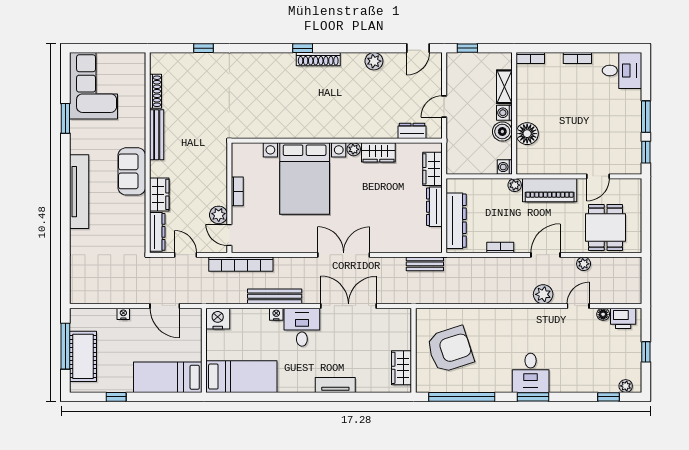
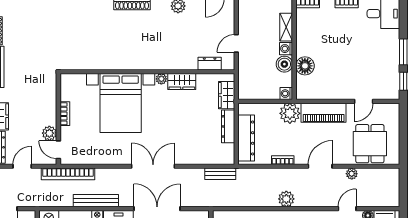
plant: (515, 185) -> (290, 113), width x1.88, depth x1.88
door: (186, 255) -> (22, 166), hinge flipped
plant: (543, 294) -> (286, 199), moved

